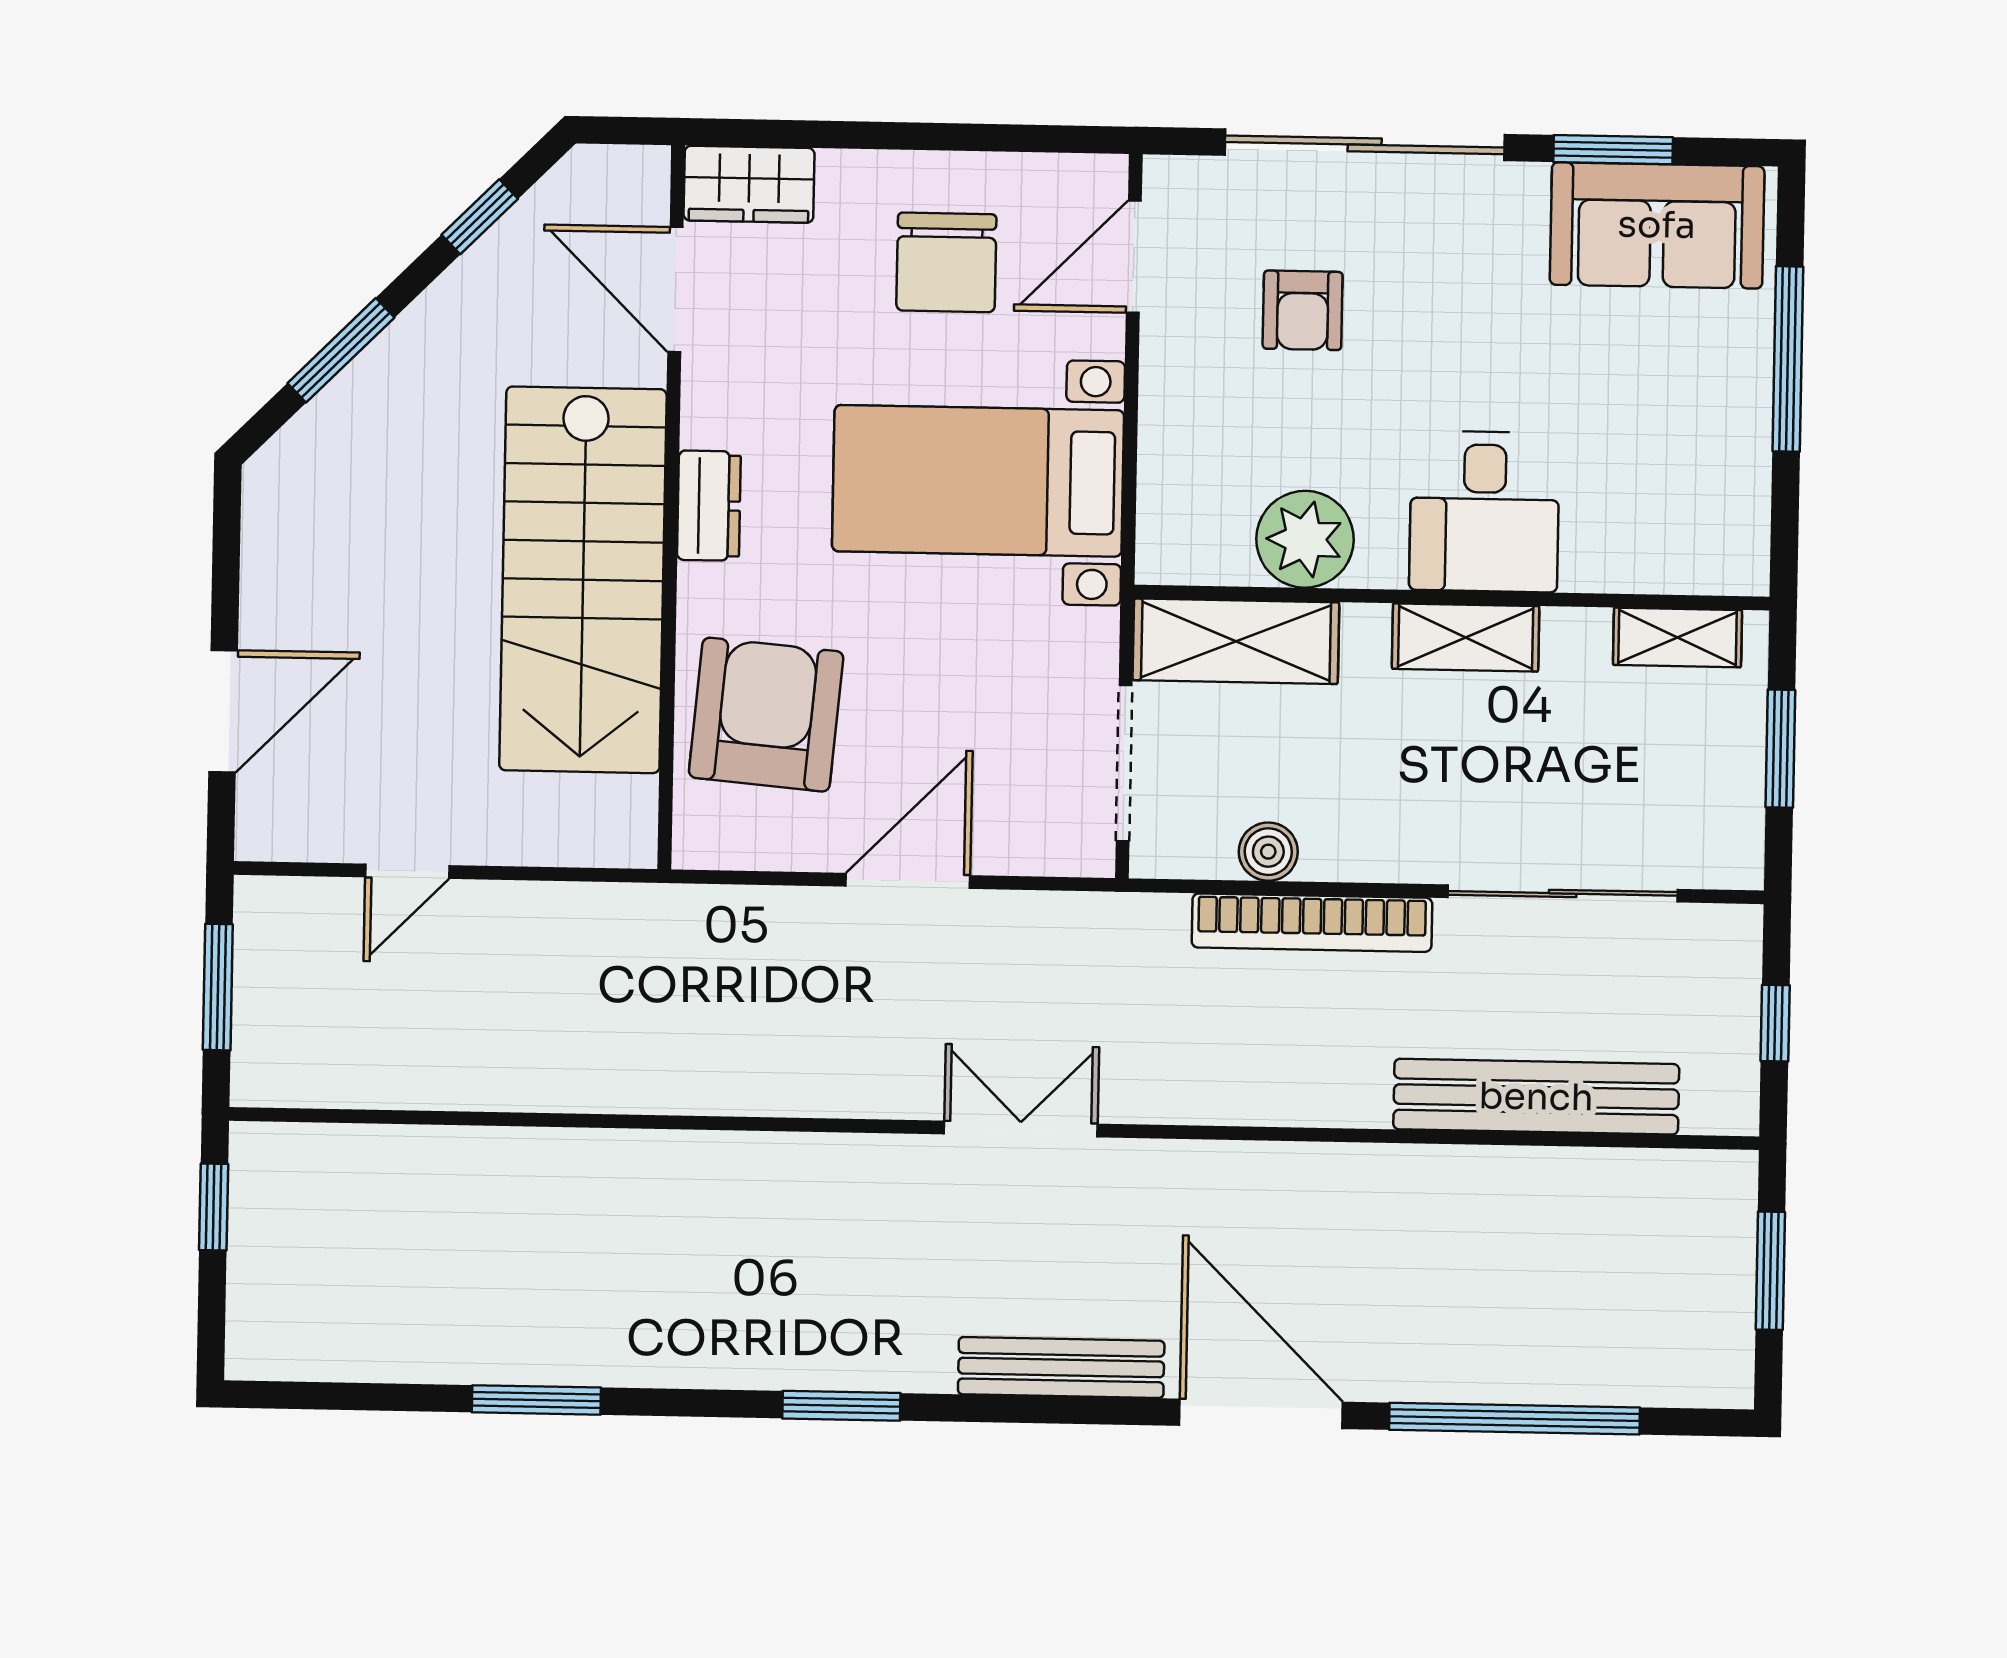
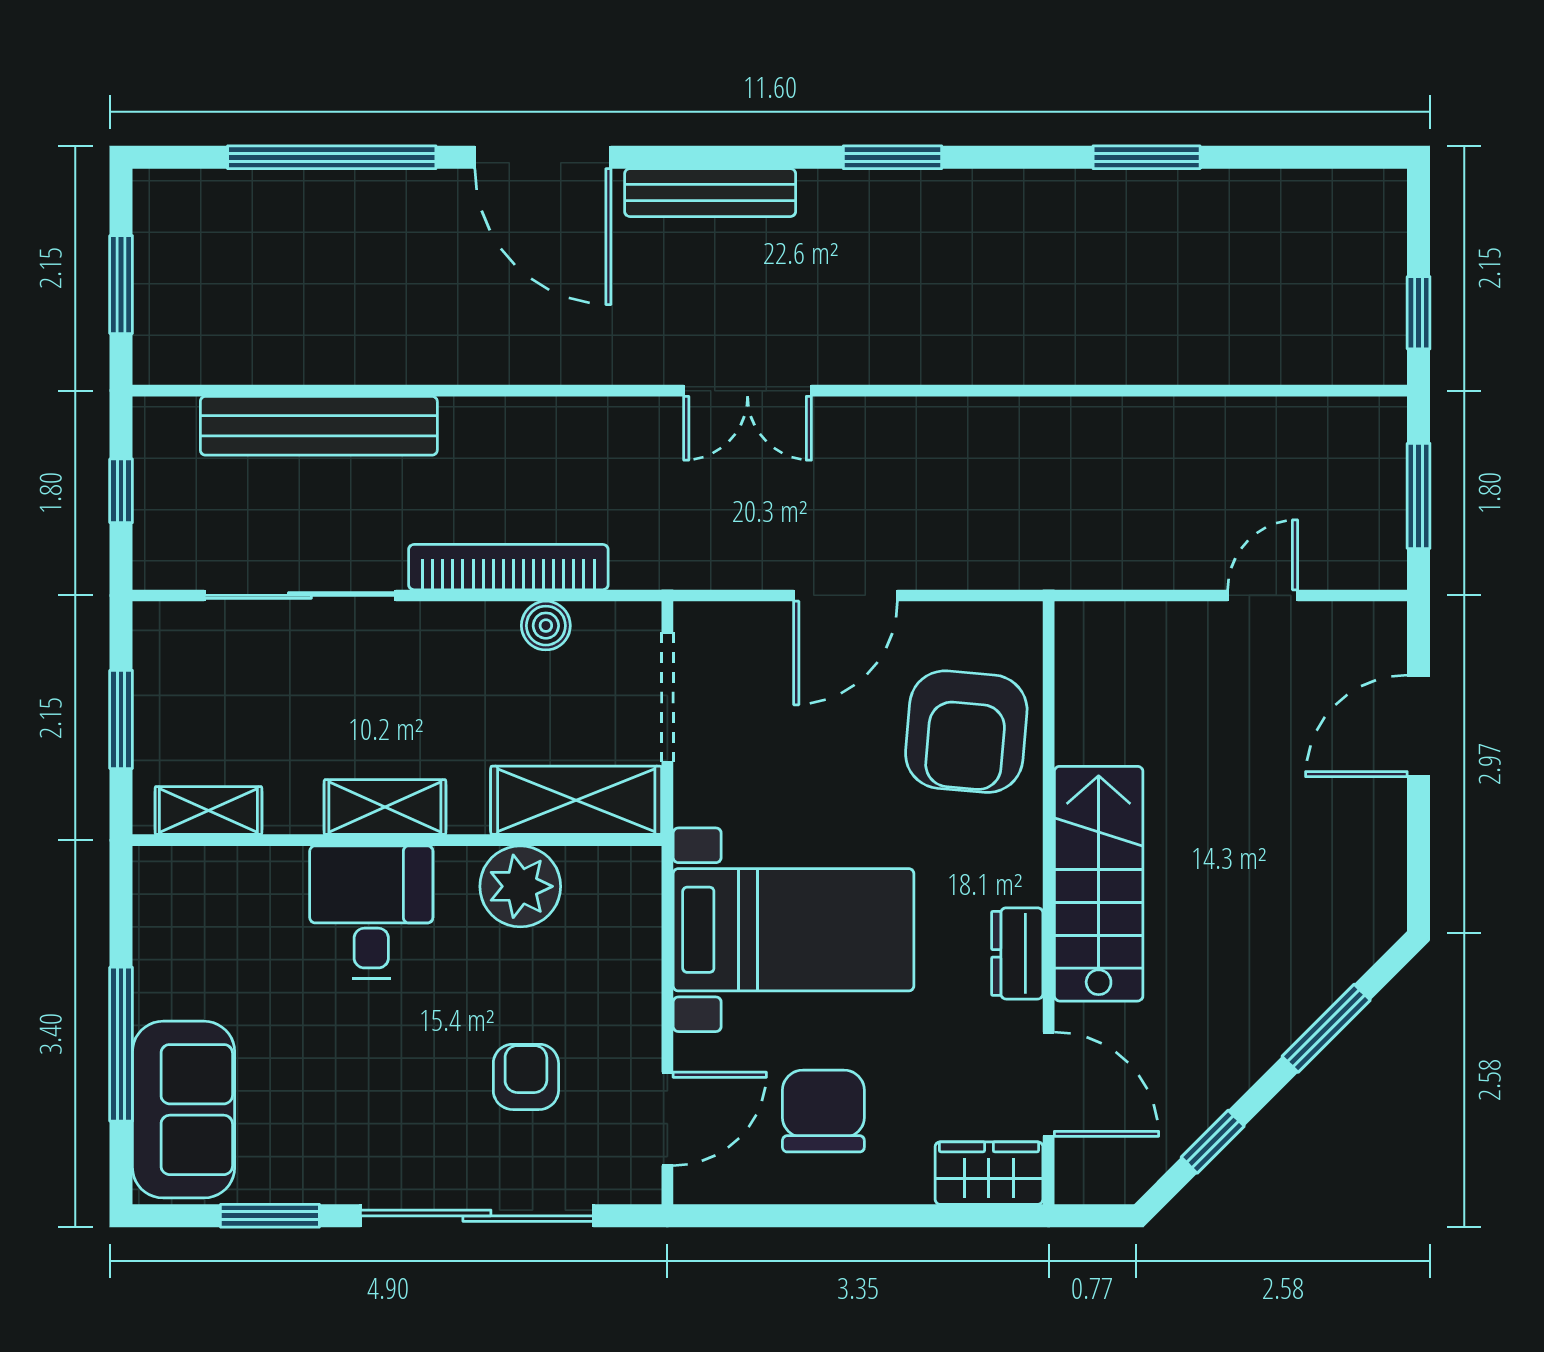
sofa: (1657, 225) -> (184, 1110), moved, turned 90
dresser: (709, 506) -> (1017, 953), moved
stairs: (583, 580) -> (1099, 884), width x0.73, depth x0.66

